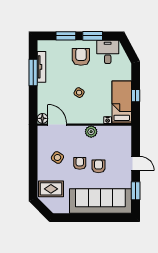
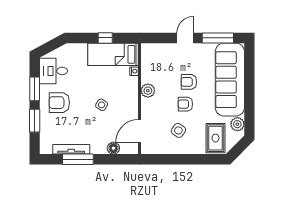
floor lamp: (42, 118) -> (113, 148), moved
window: (136, 191) -> (218, 38), width x1.44
plant: (63, 207) -> (237, 124), added

